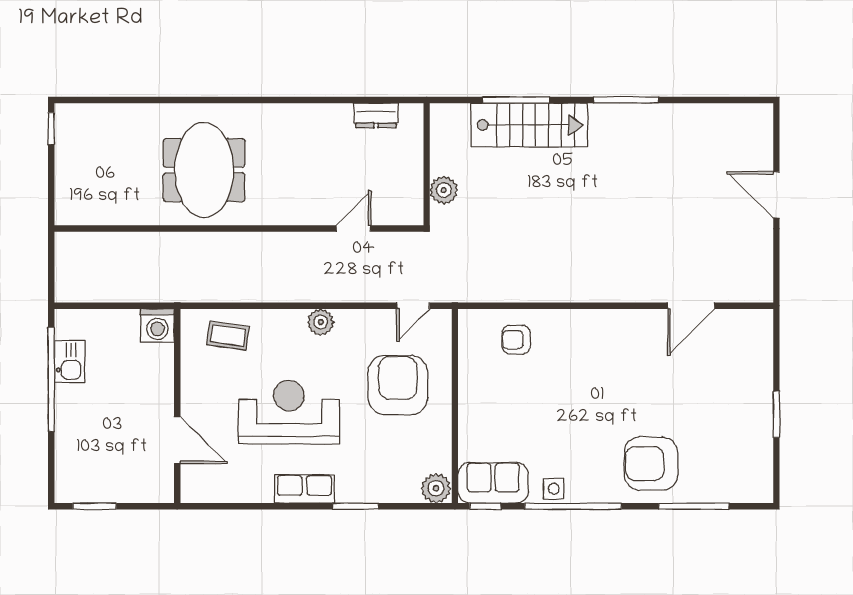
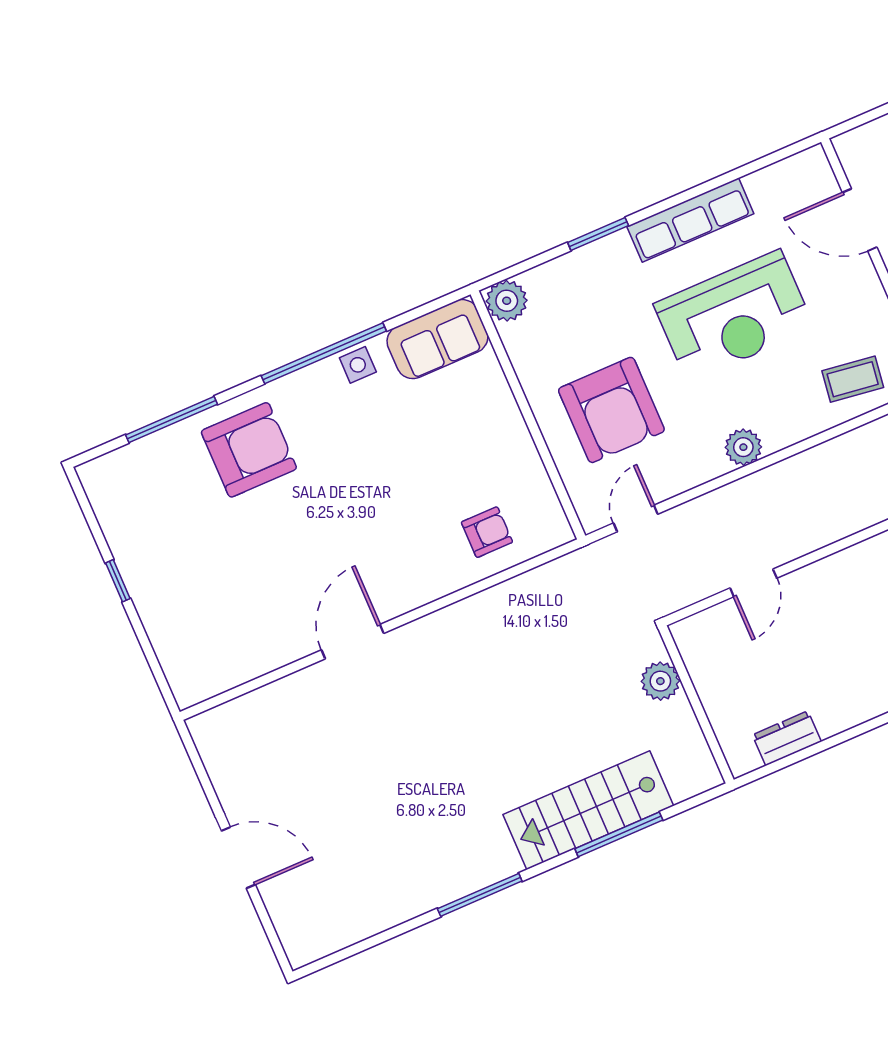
door: (691, 306) -> (353, 642), moved
window: (776, 414) -> (118, 581), width x0.67
row of seats: (304, 489) -> (690, 220), width x1.48
window: (485, 506) -> (434, 305), removed

